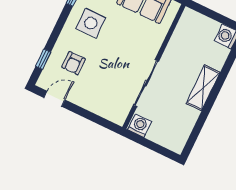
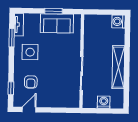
shelving: (203, 88) -> (118, 67), width x1.47
washing machine: (140, 126) -> (104, 102), moved

